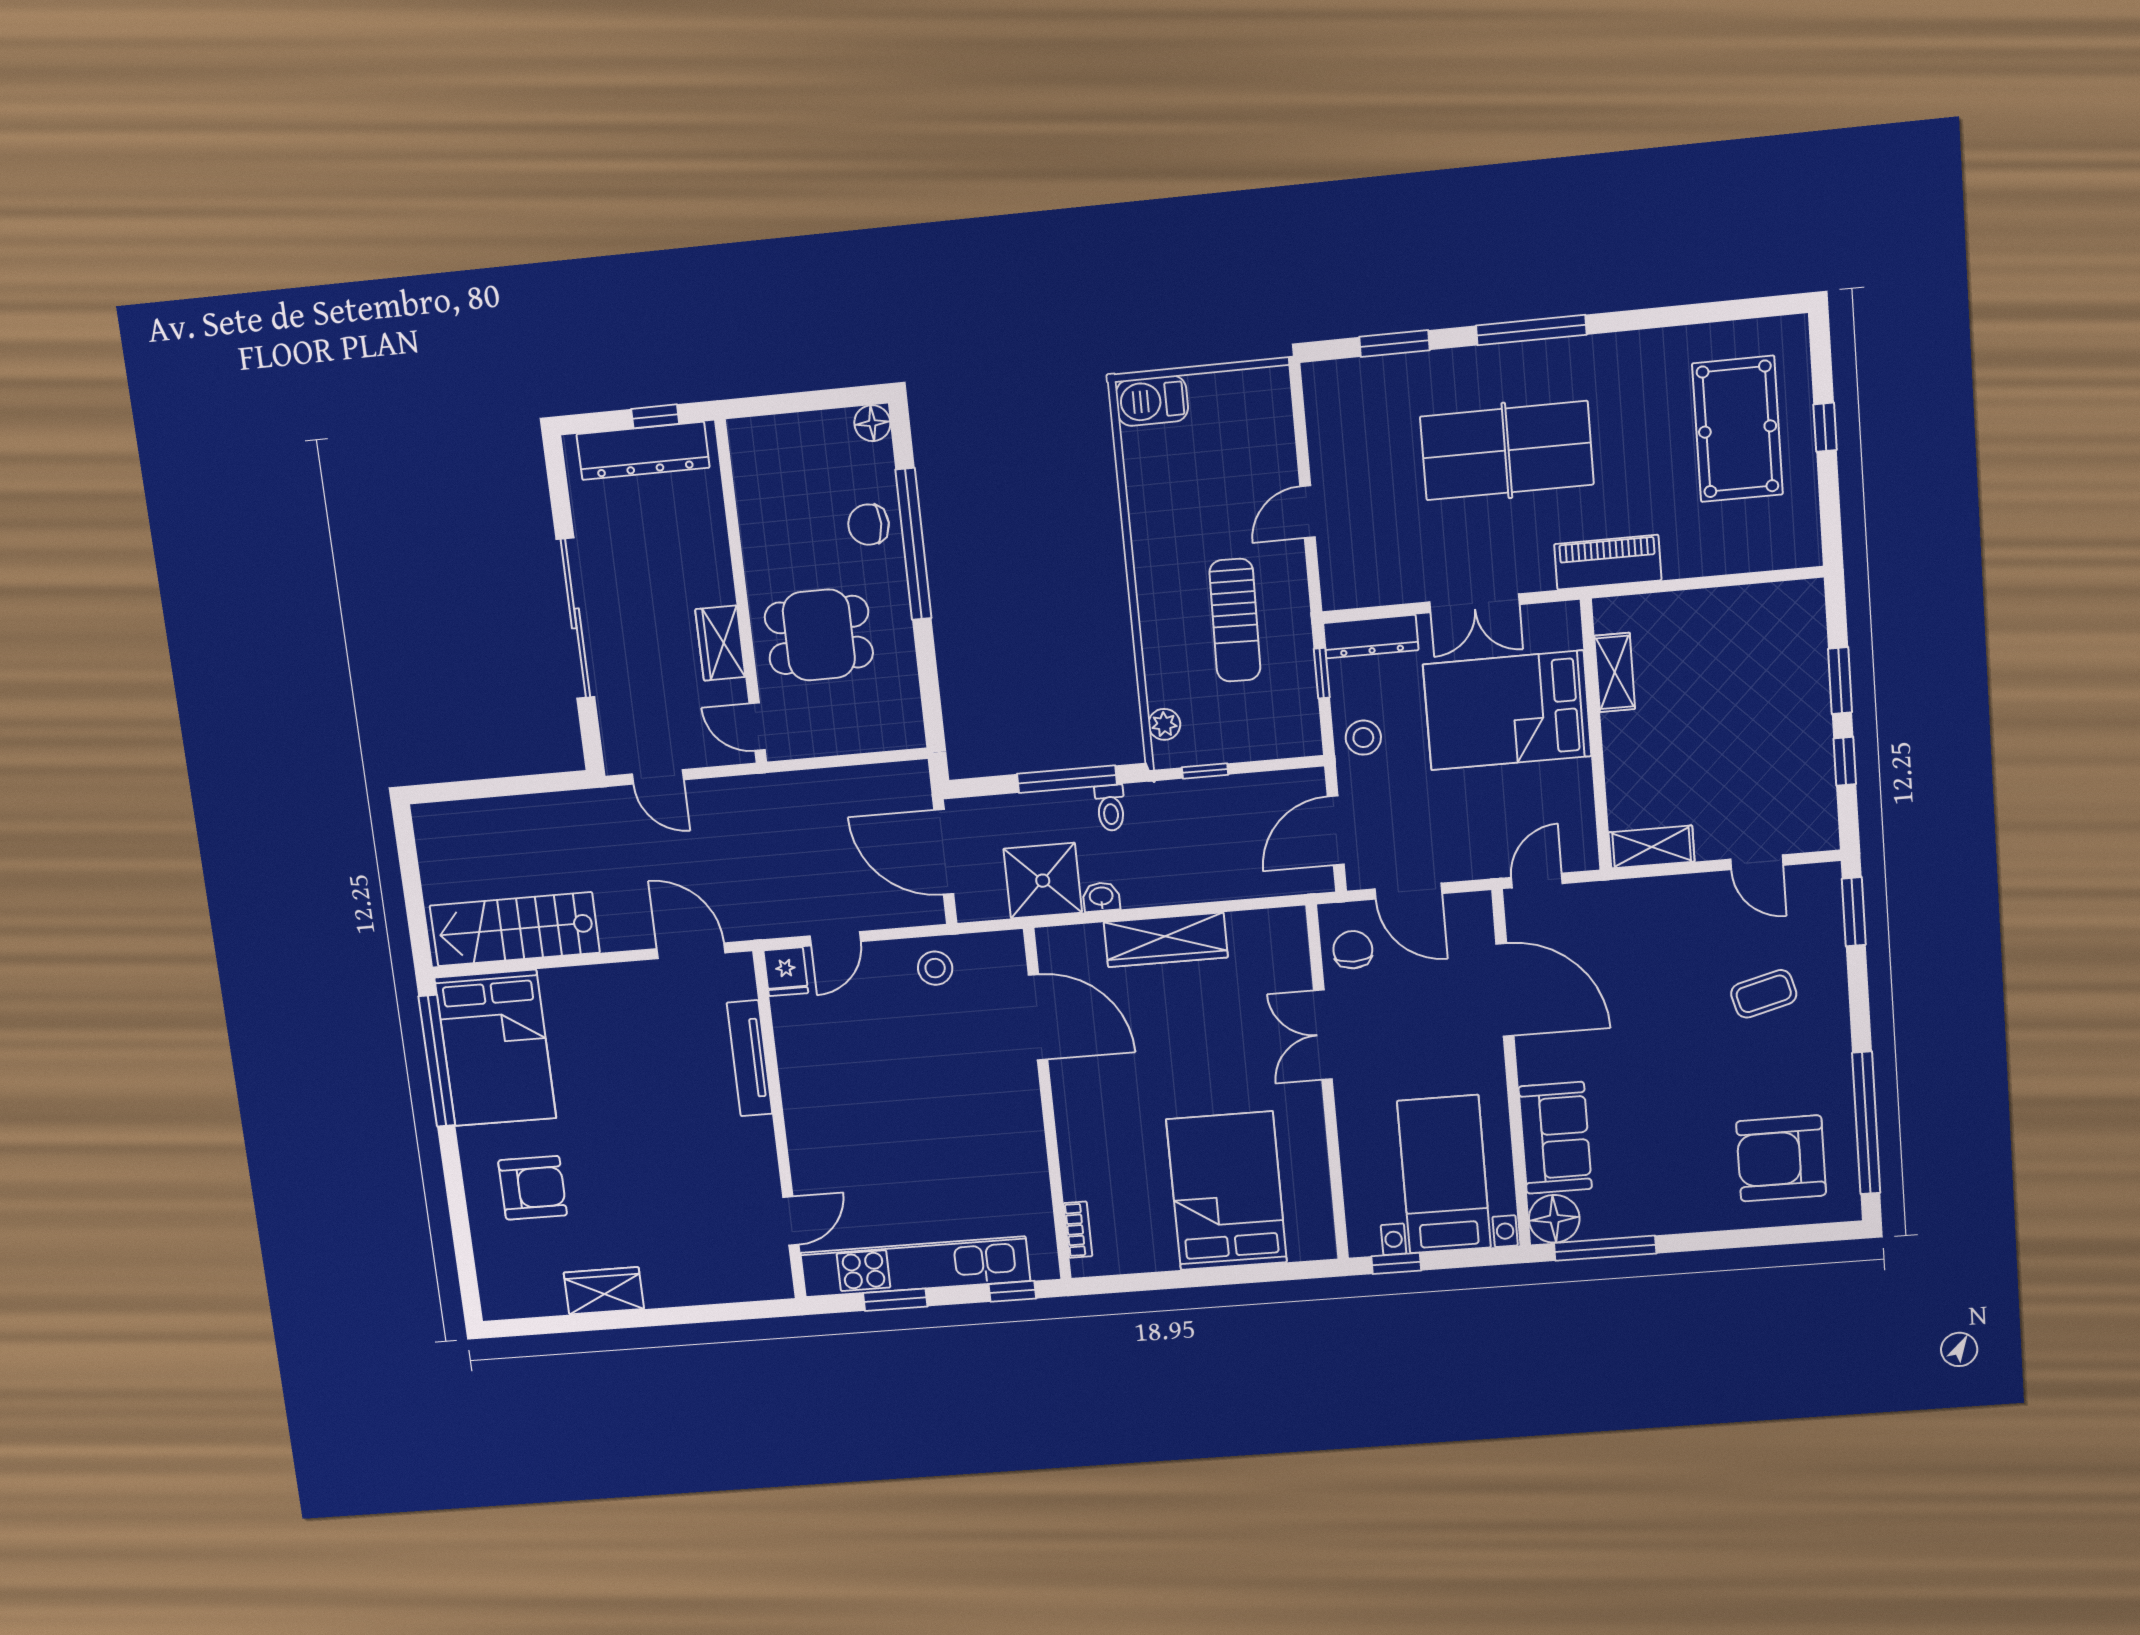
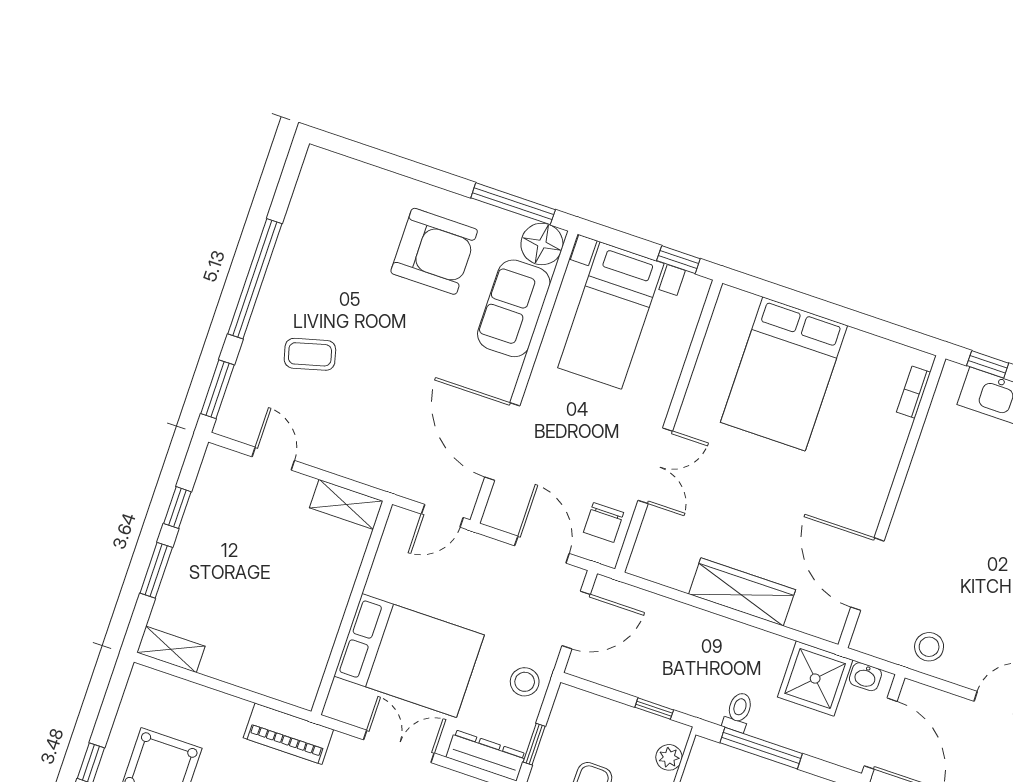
shelving: (1615, 672) -> (171, 649), moved, turned 90
washbasin: (1101, 897) -> (865, 677), moved
window: (1866, 1123) -> (255, 279), moved
armchair: (1781, 1158) -> (434, 251), moved

